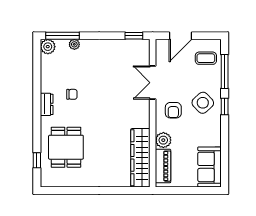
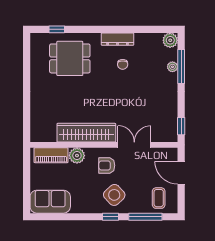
window: (63, 36) -> (181, 67), moved
dresser: (47, 104) -> (117, 39), width x1.44
wardrobe: (140, 158) -> (86, 133), moved

